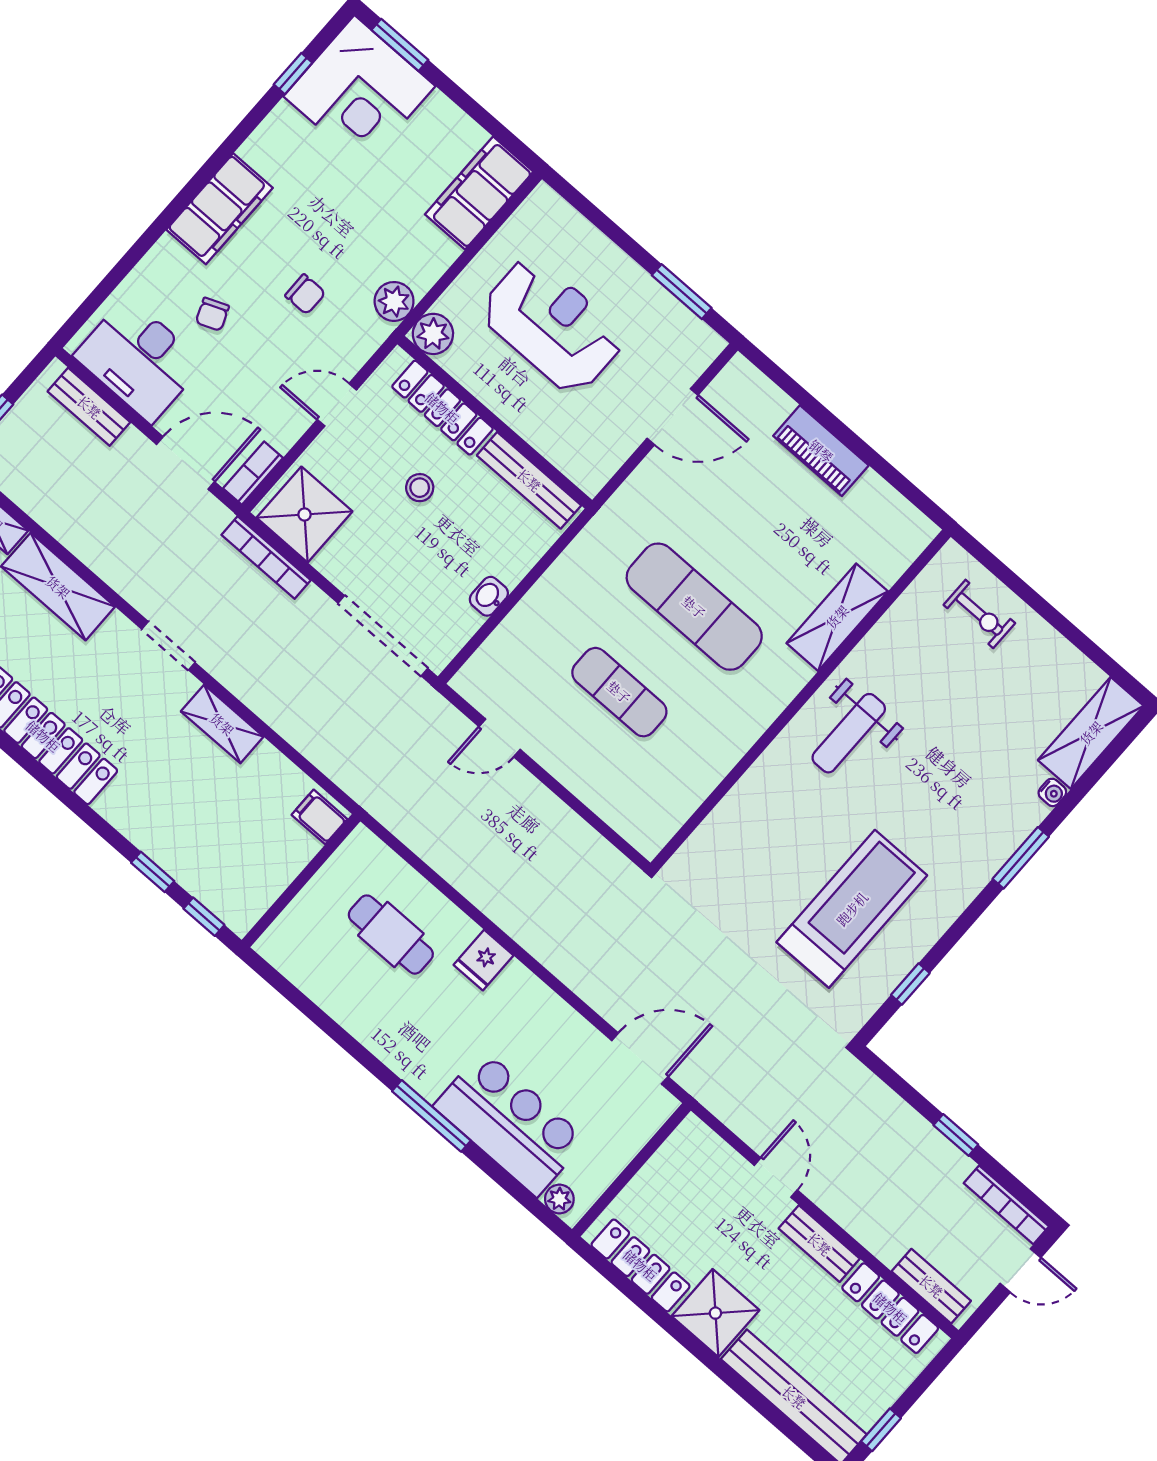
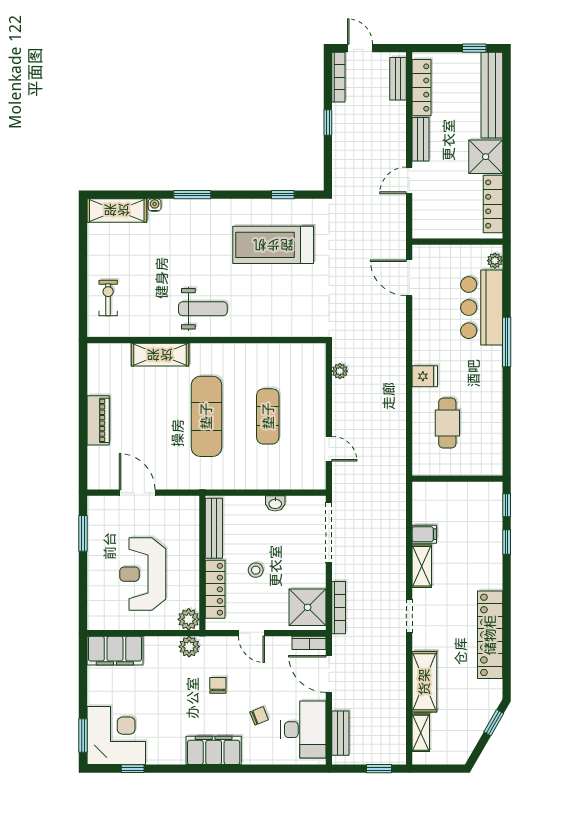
filing cabinet: (319, 817) -> (424, 534), moved, turned -90
plant: (595, 848) -> (340, 371), added

